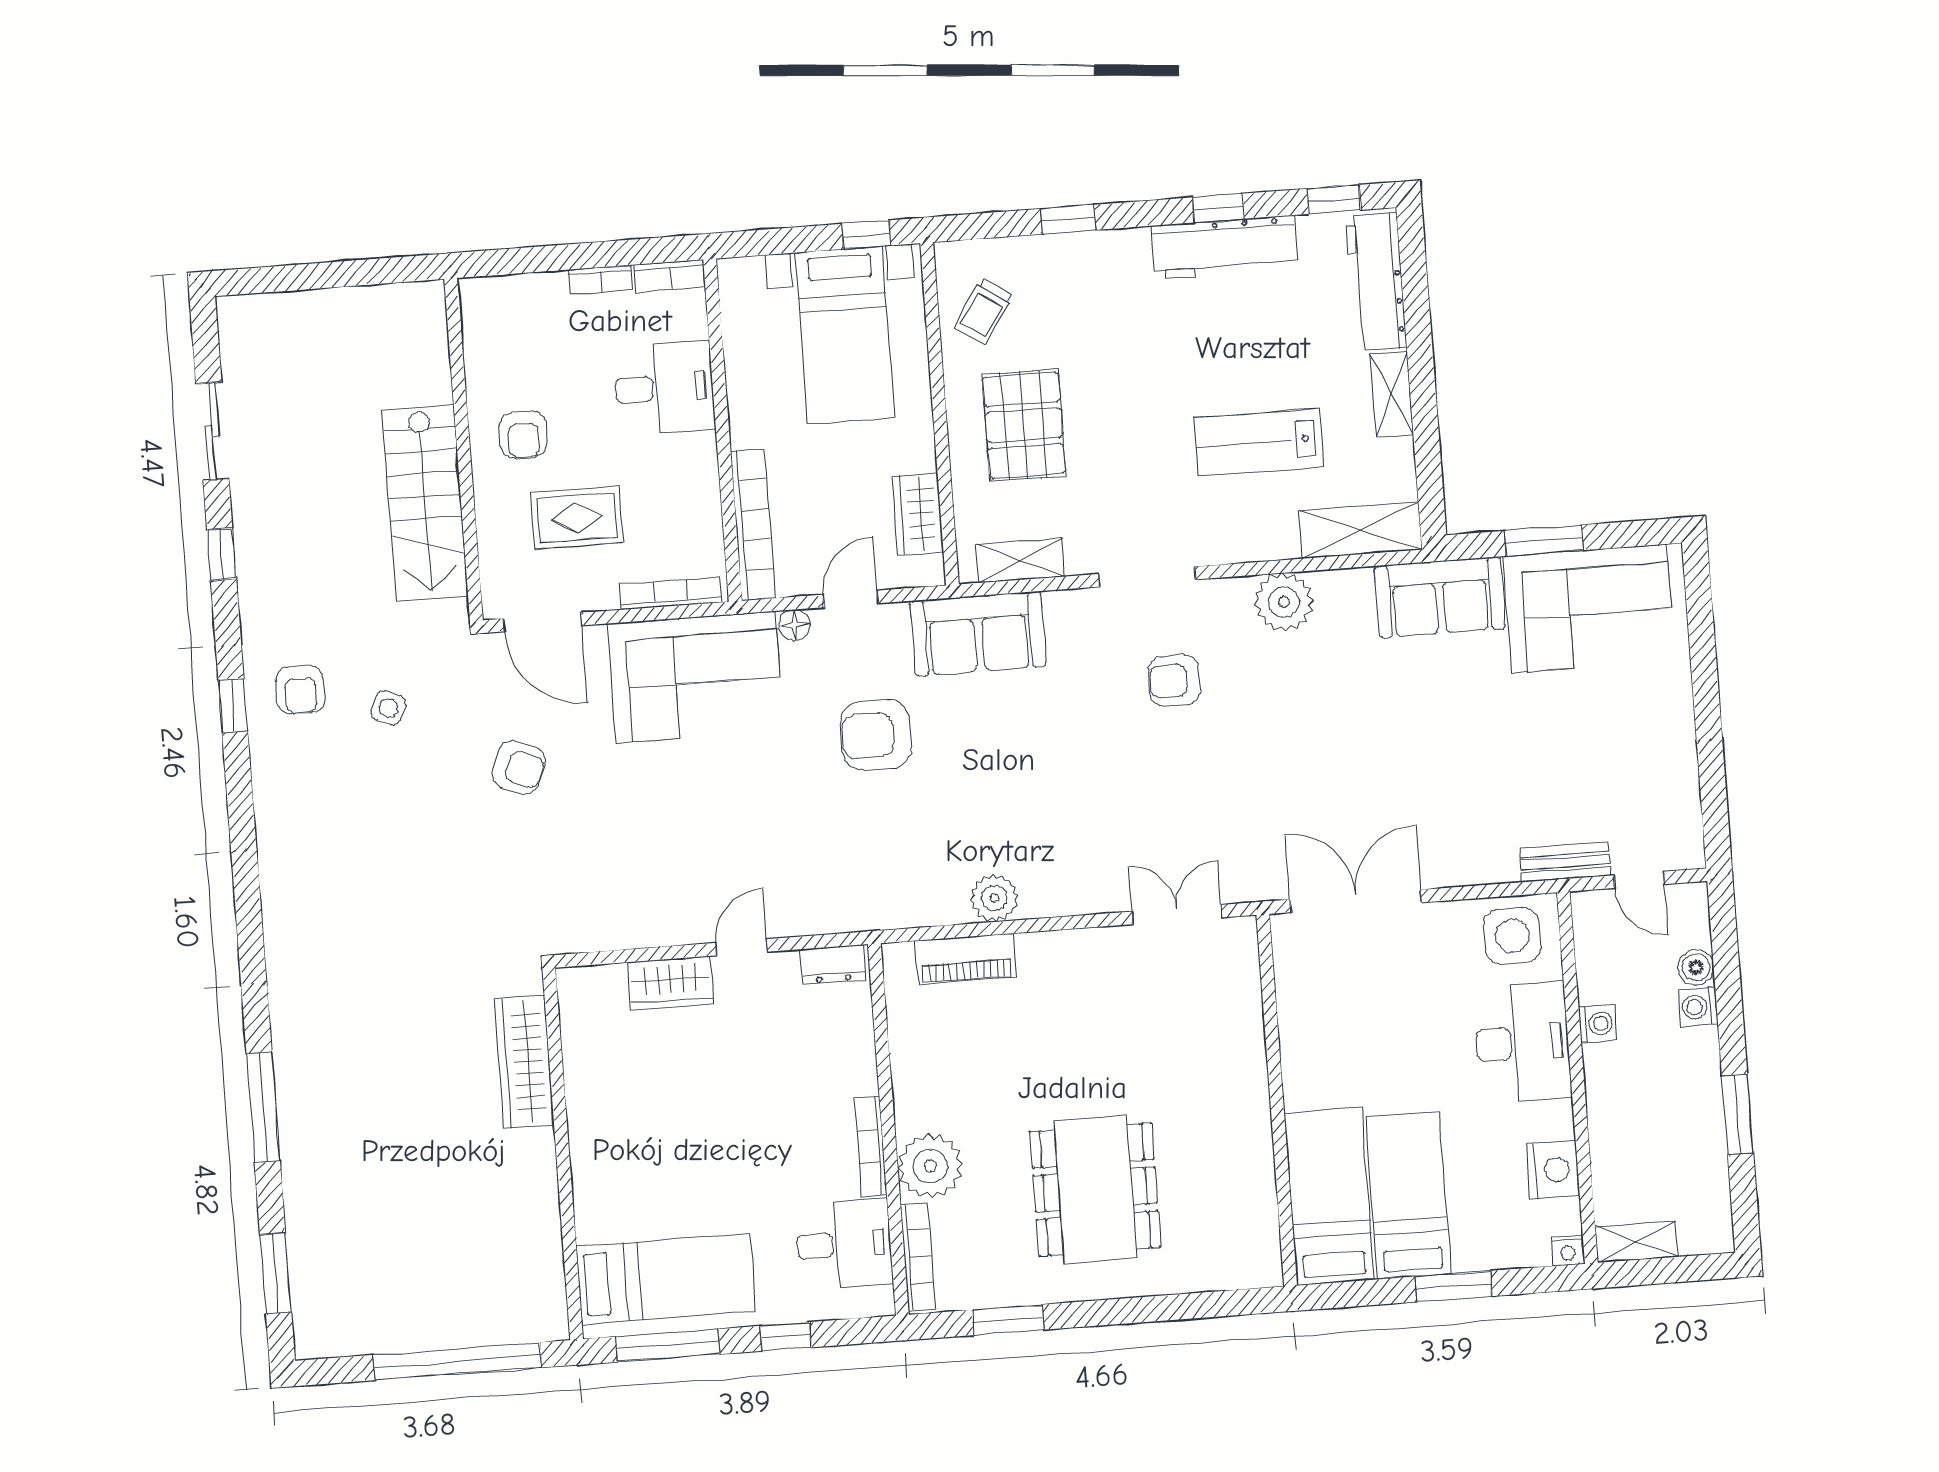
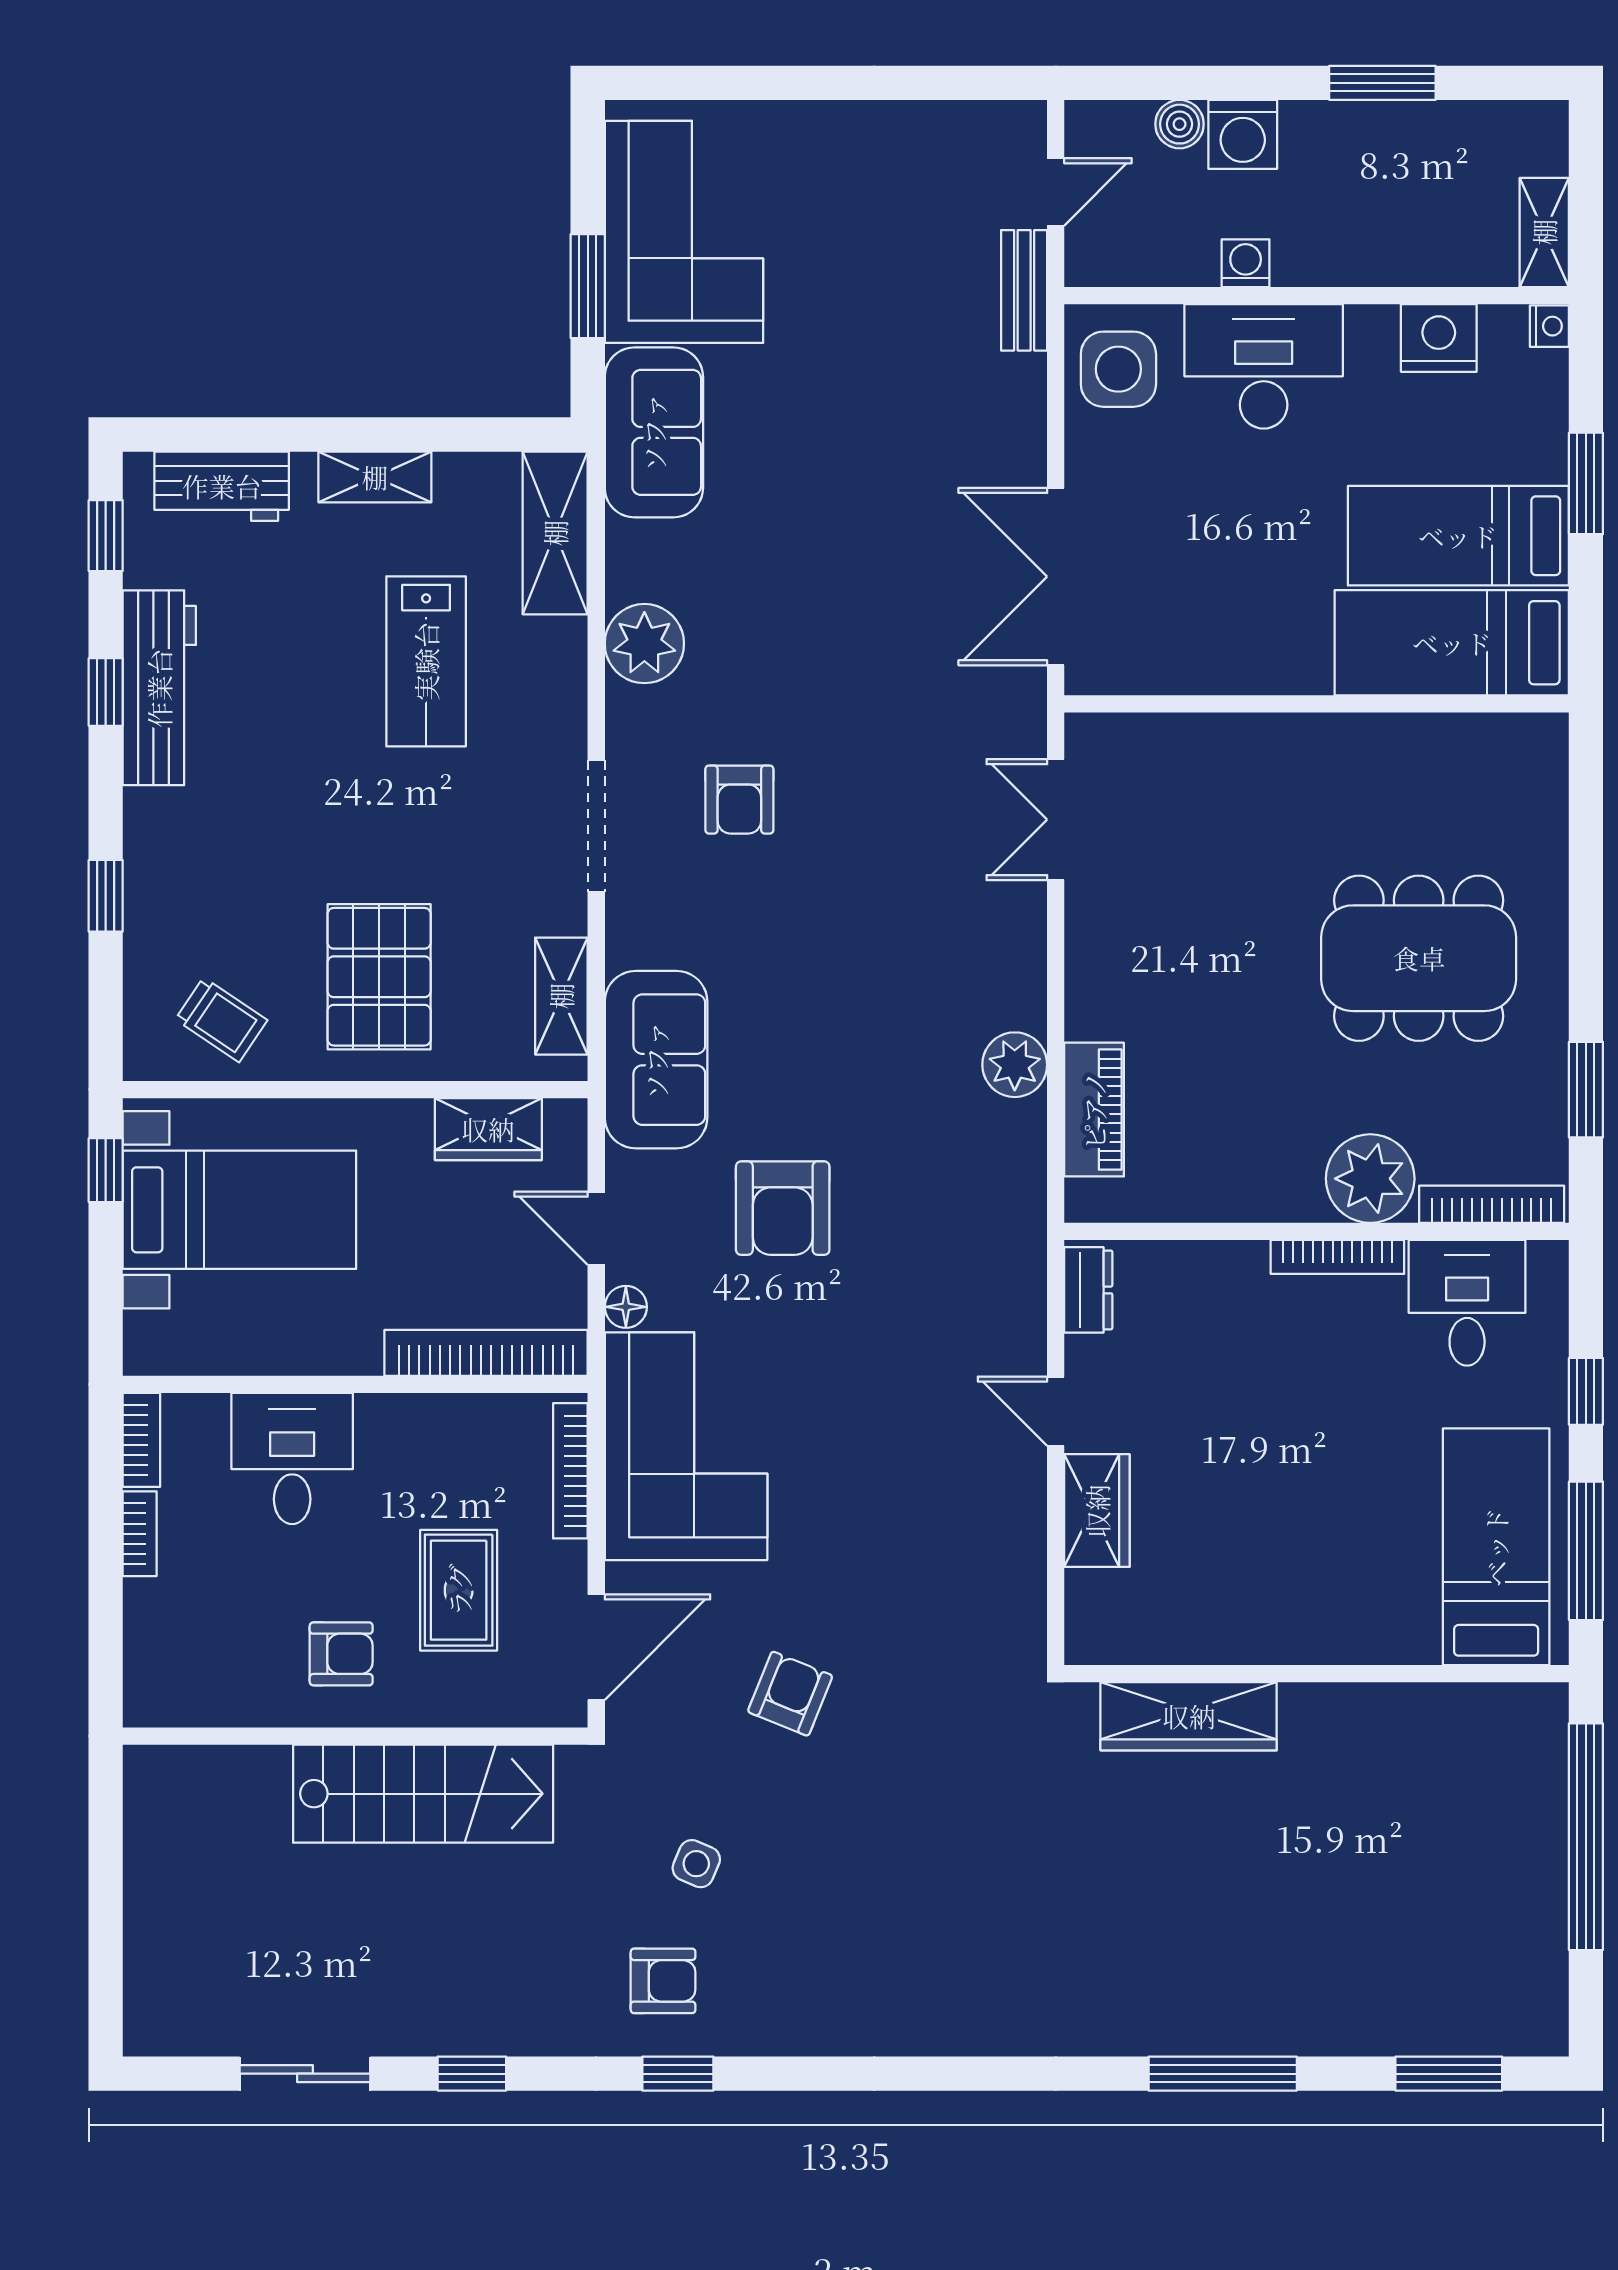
workbench: (1376, 282) -> (222, 486), width x0.73
pallet: (1024, 425) -> (379, 977), turned 90
washing machine: (1698, 1007) -> (1243, 134), width x1.38, depth x1.38

